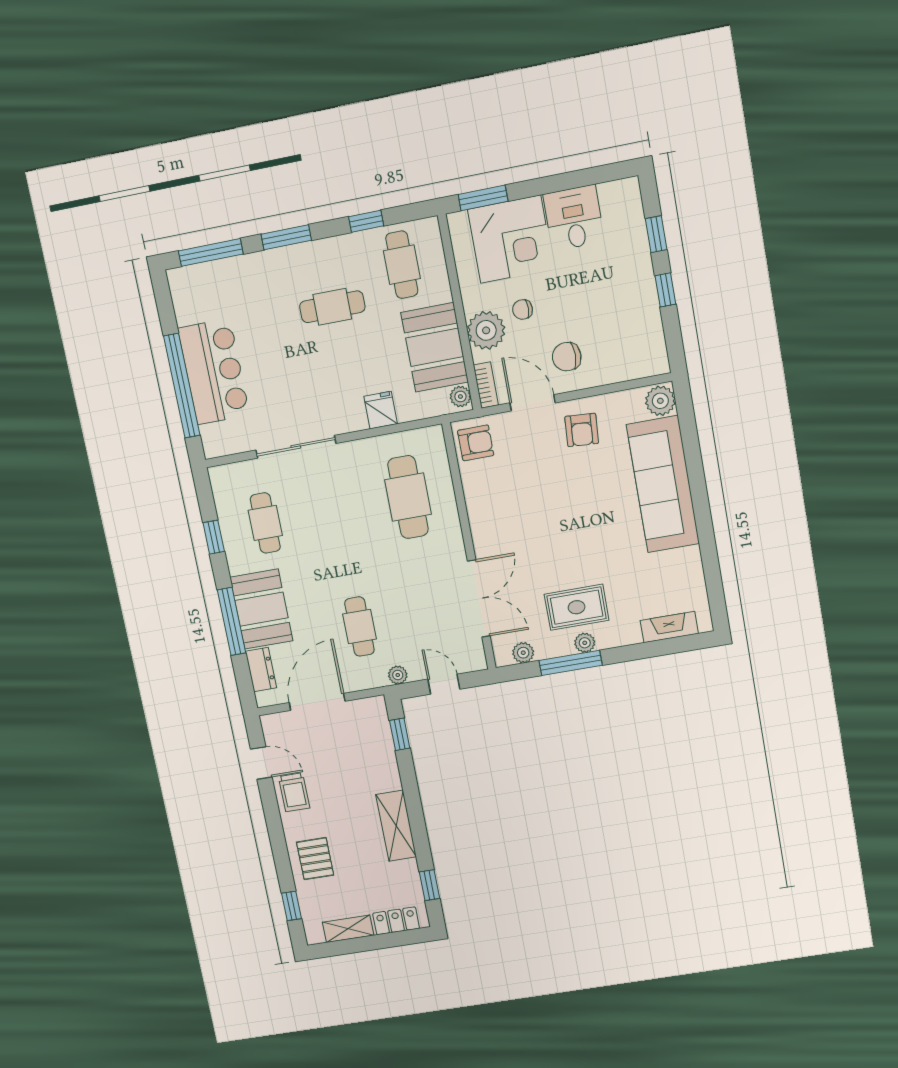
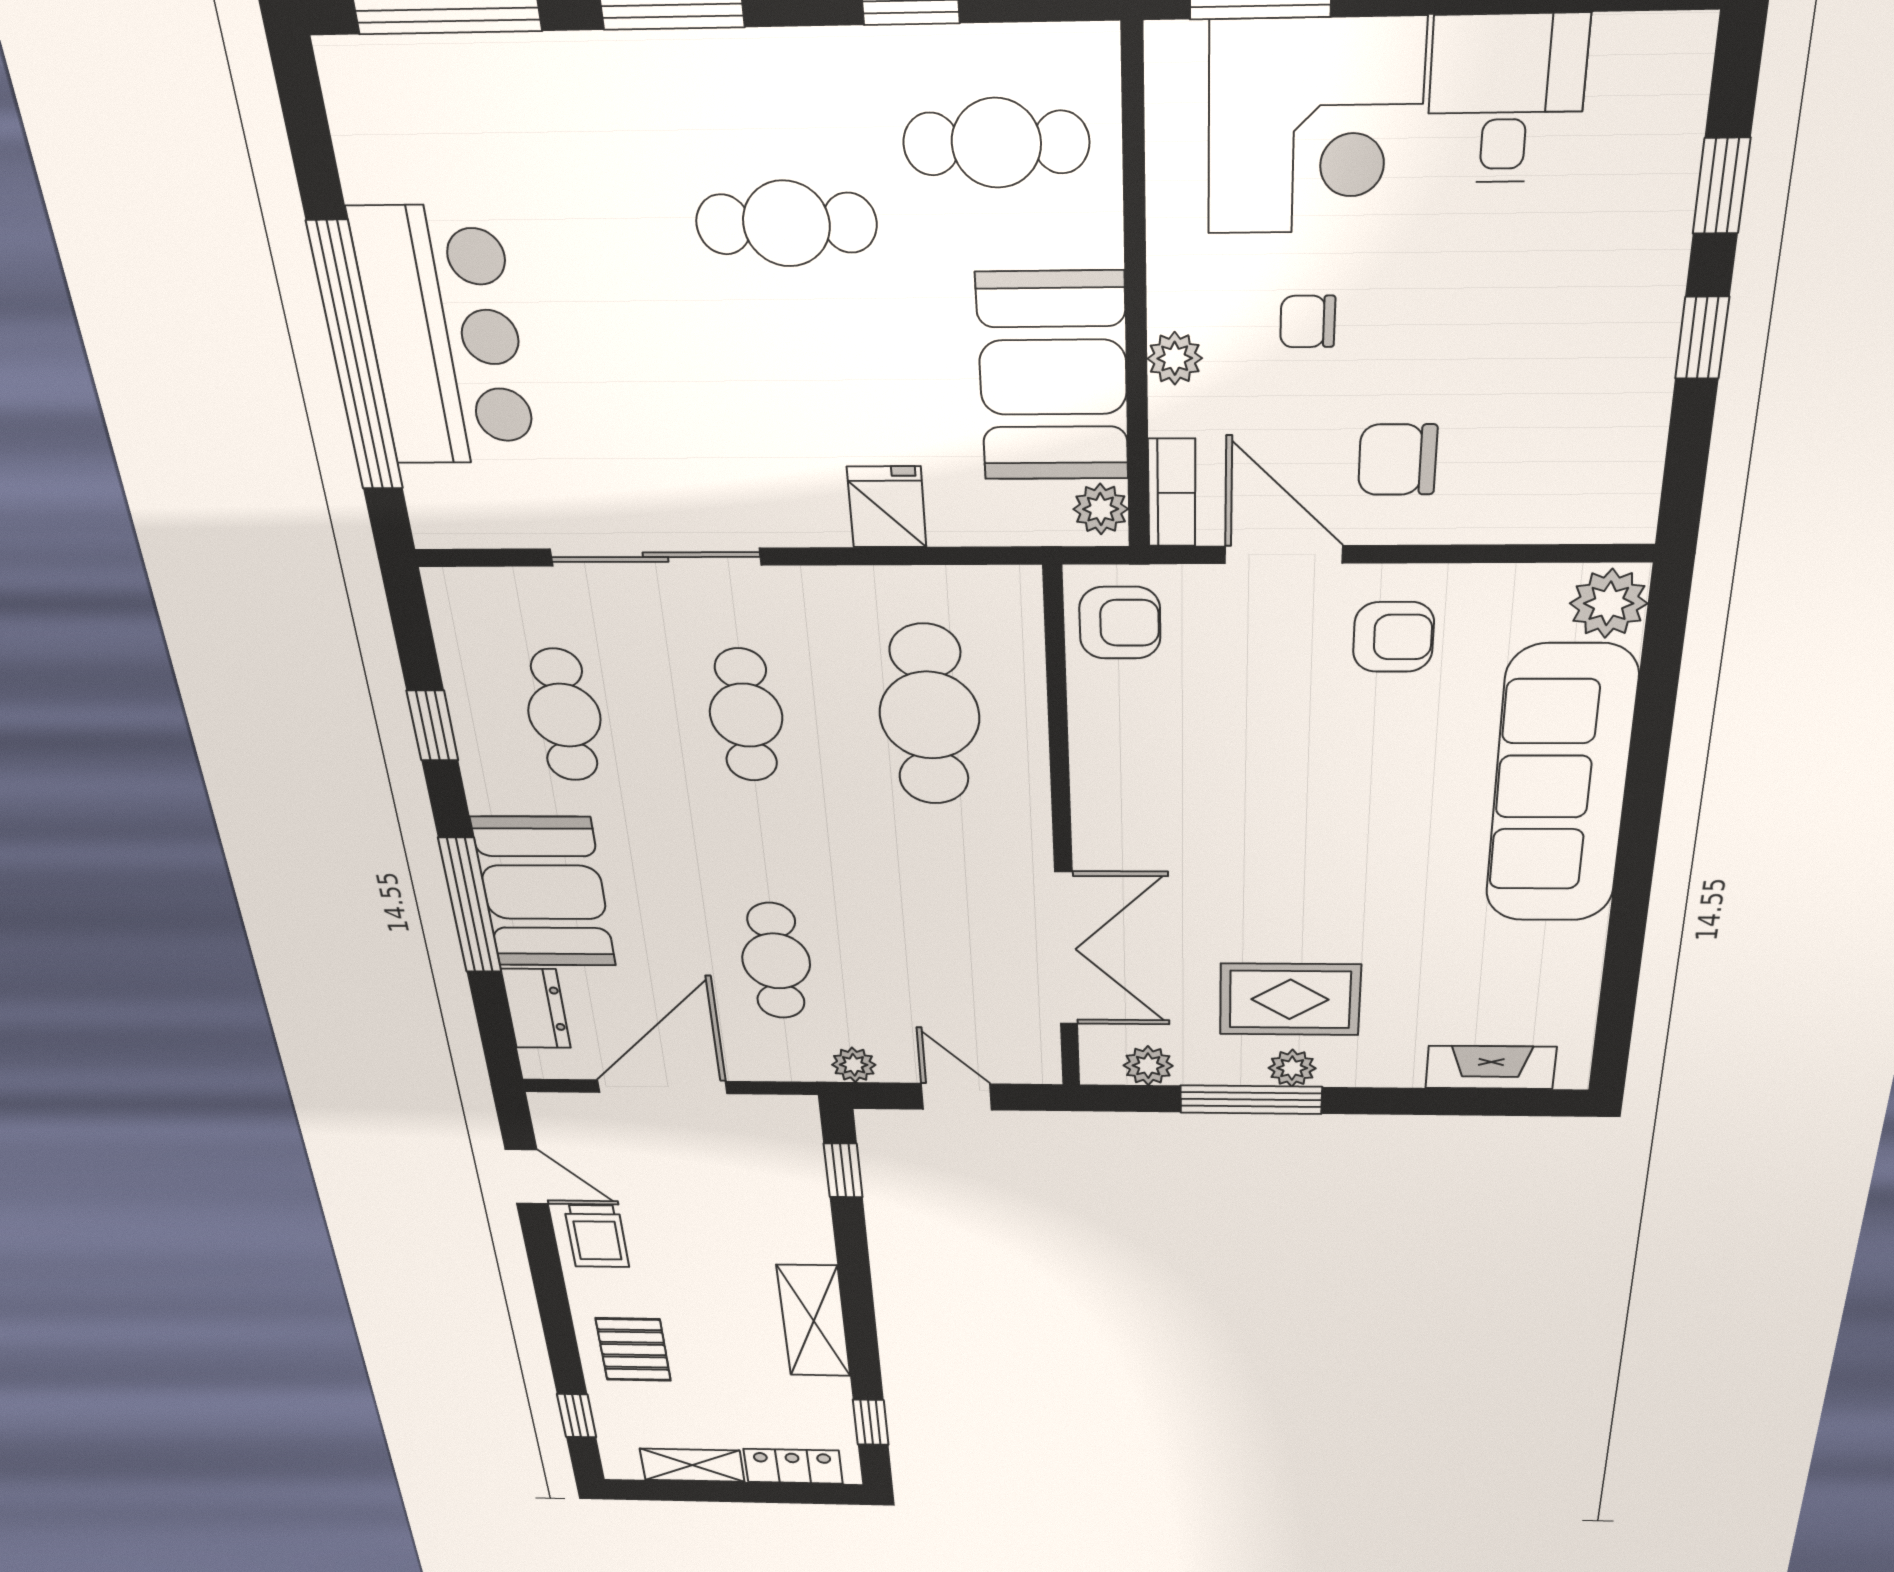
cafe table: (402, 265) -> (996, 143), turned 90
plant: (486, 330) -> (1175, 358), width x0.53, depth x0.53
armchair: (582, 430) -> (1393, 637), turned -94
cafe table: (336, 510) -> (746, 715), added

